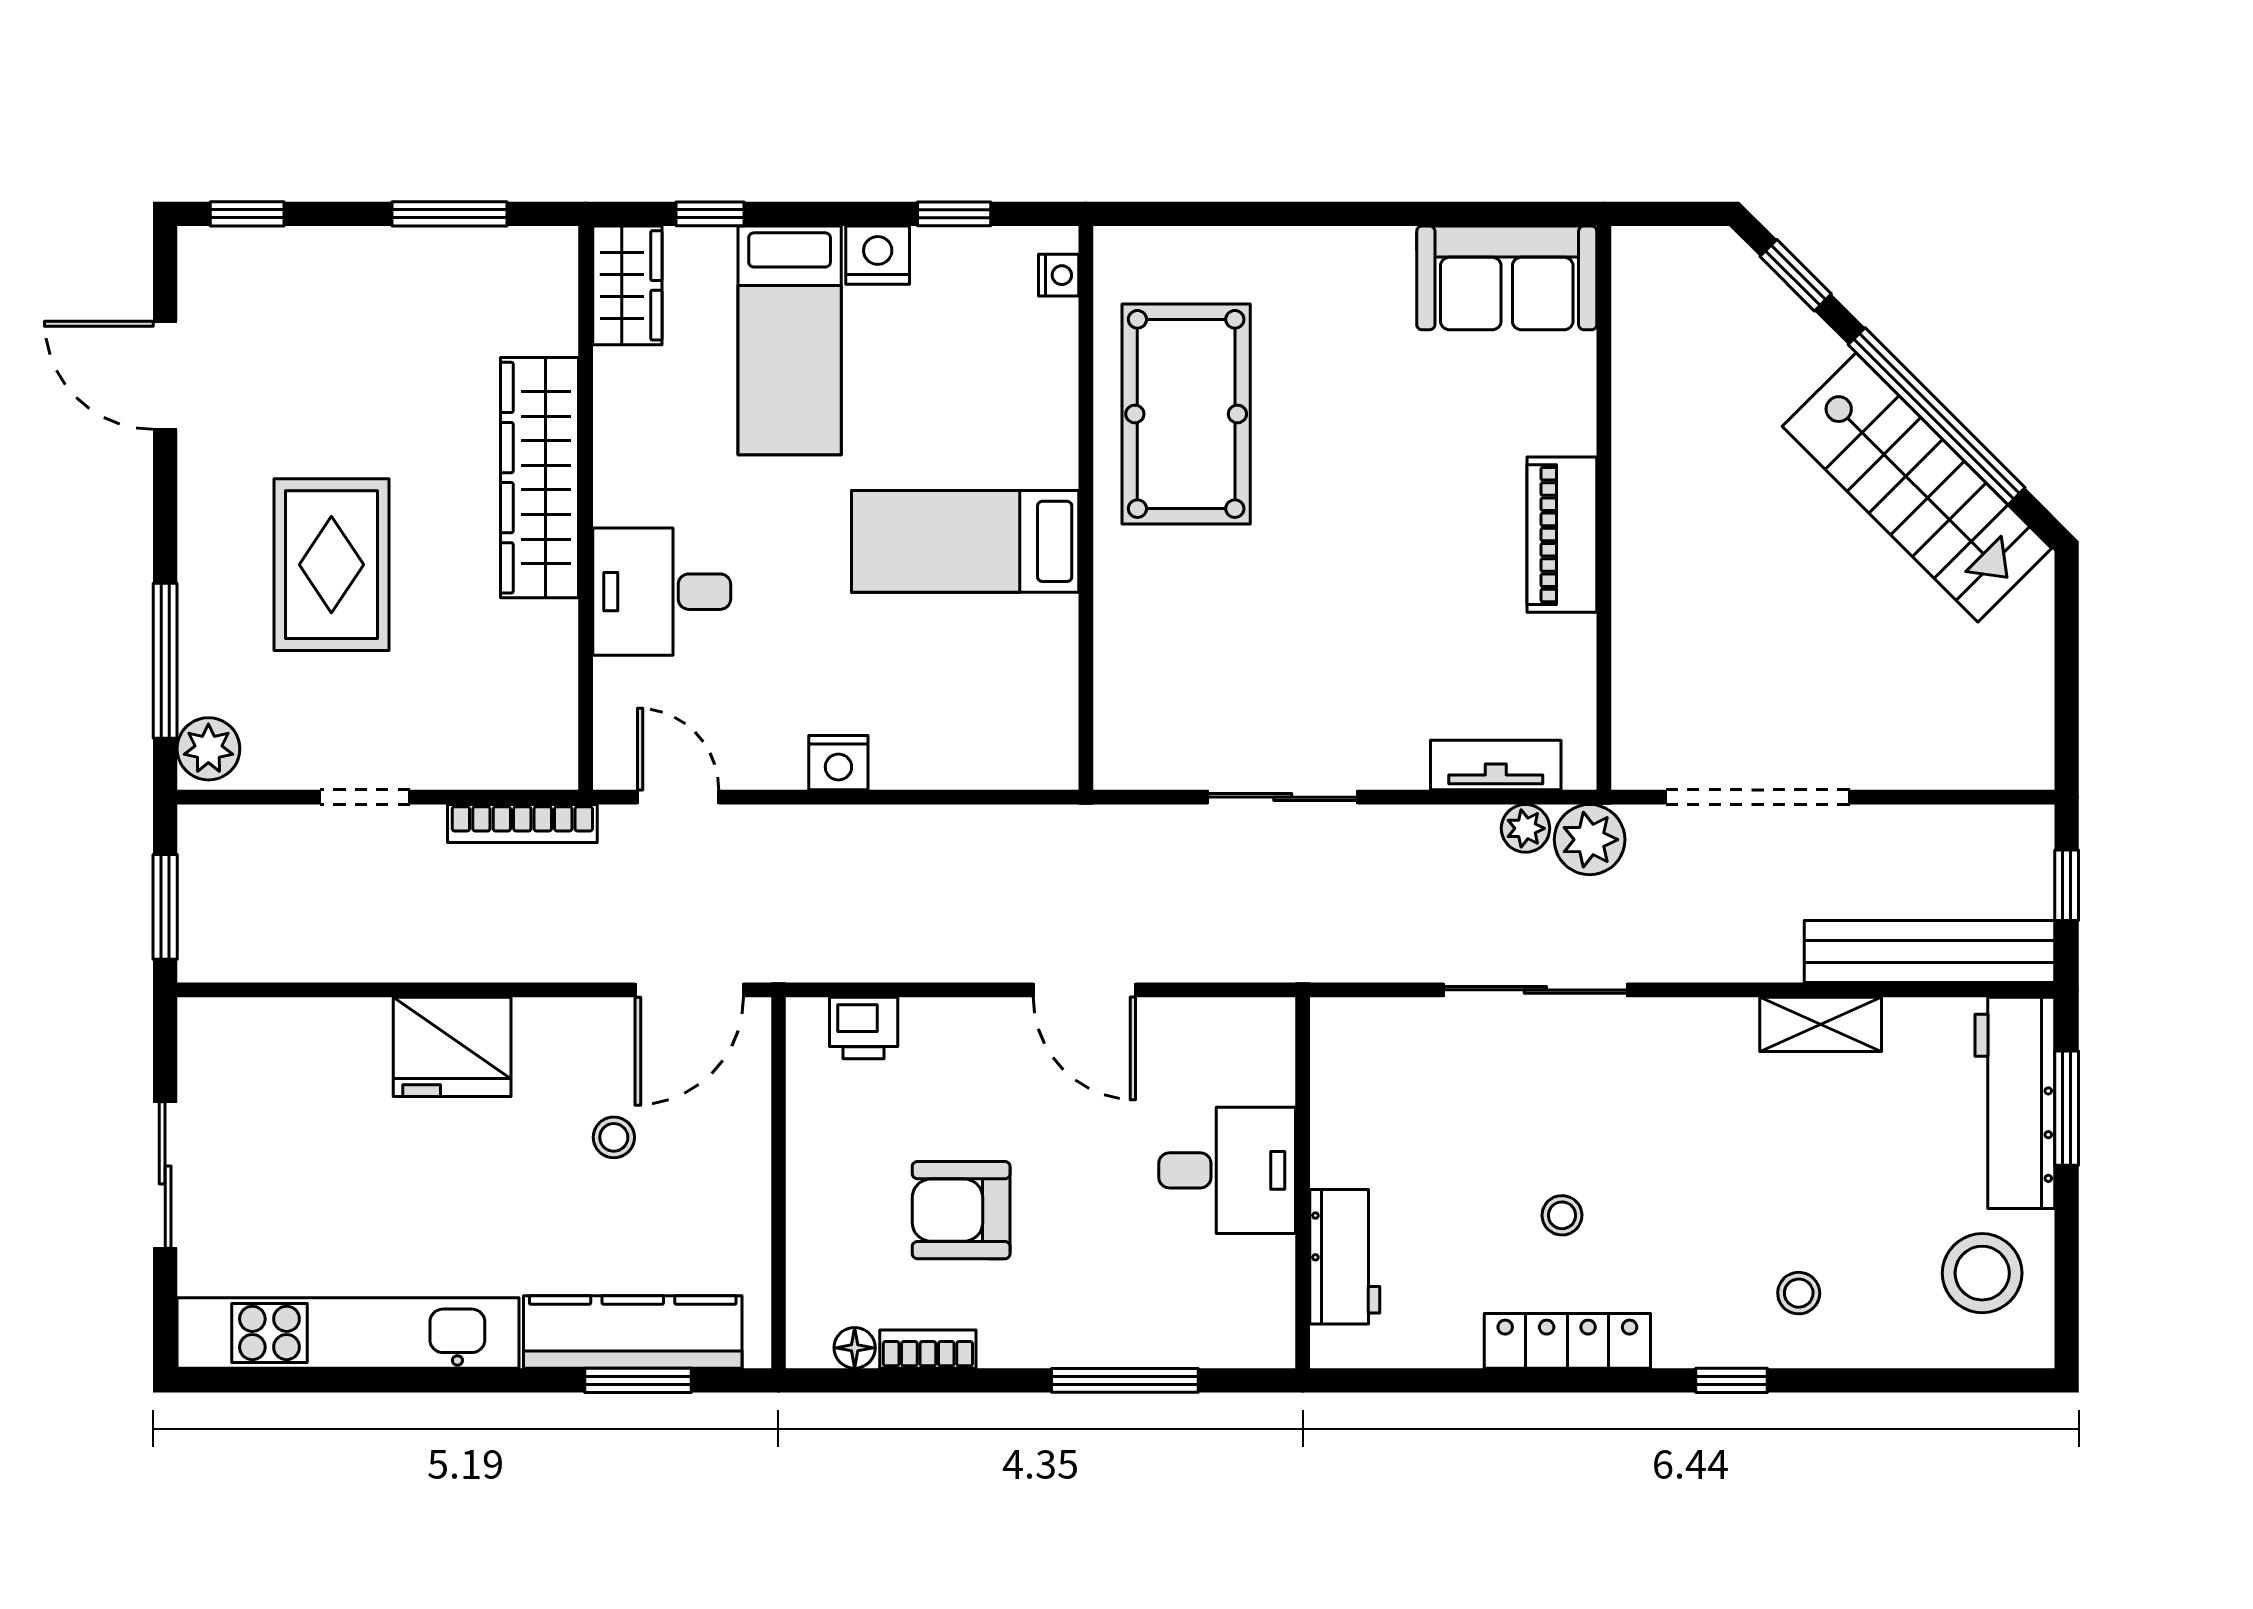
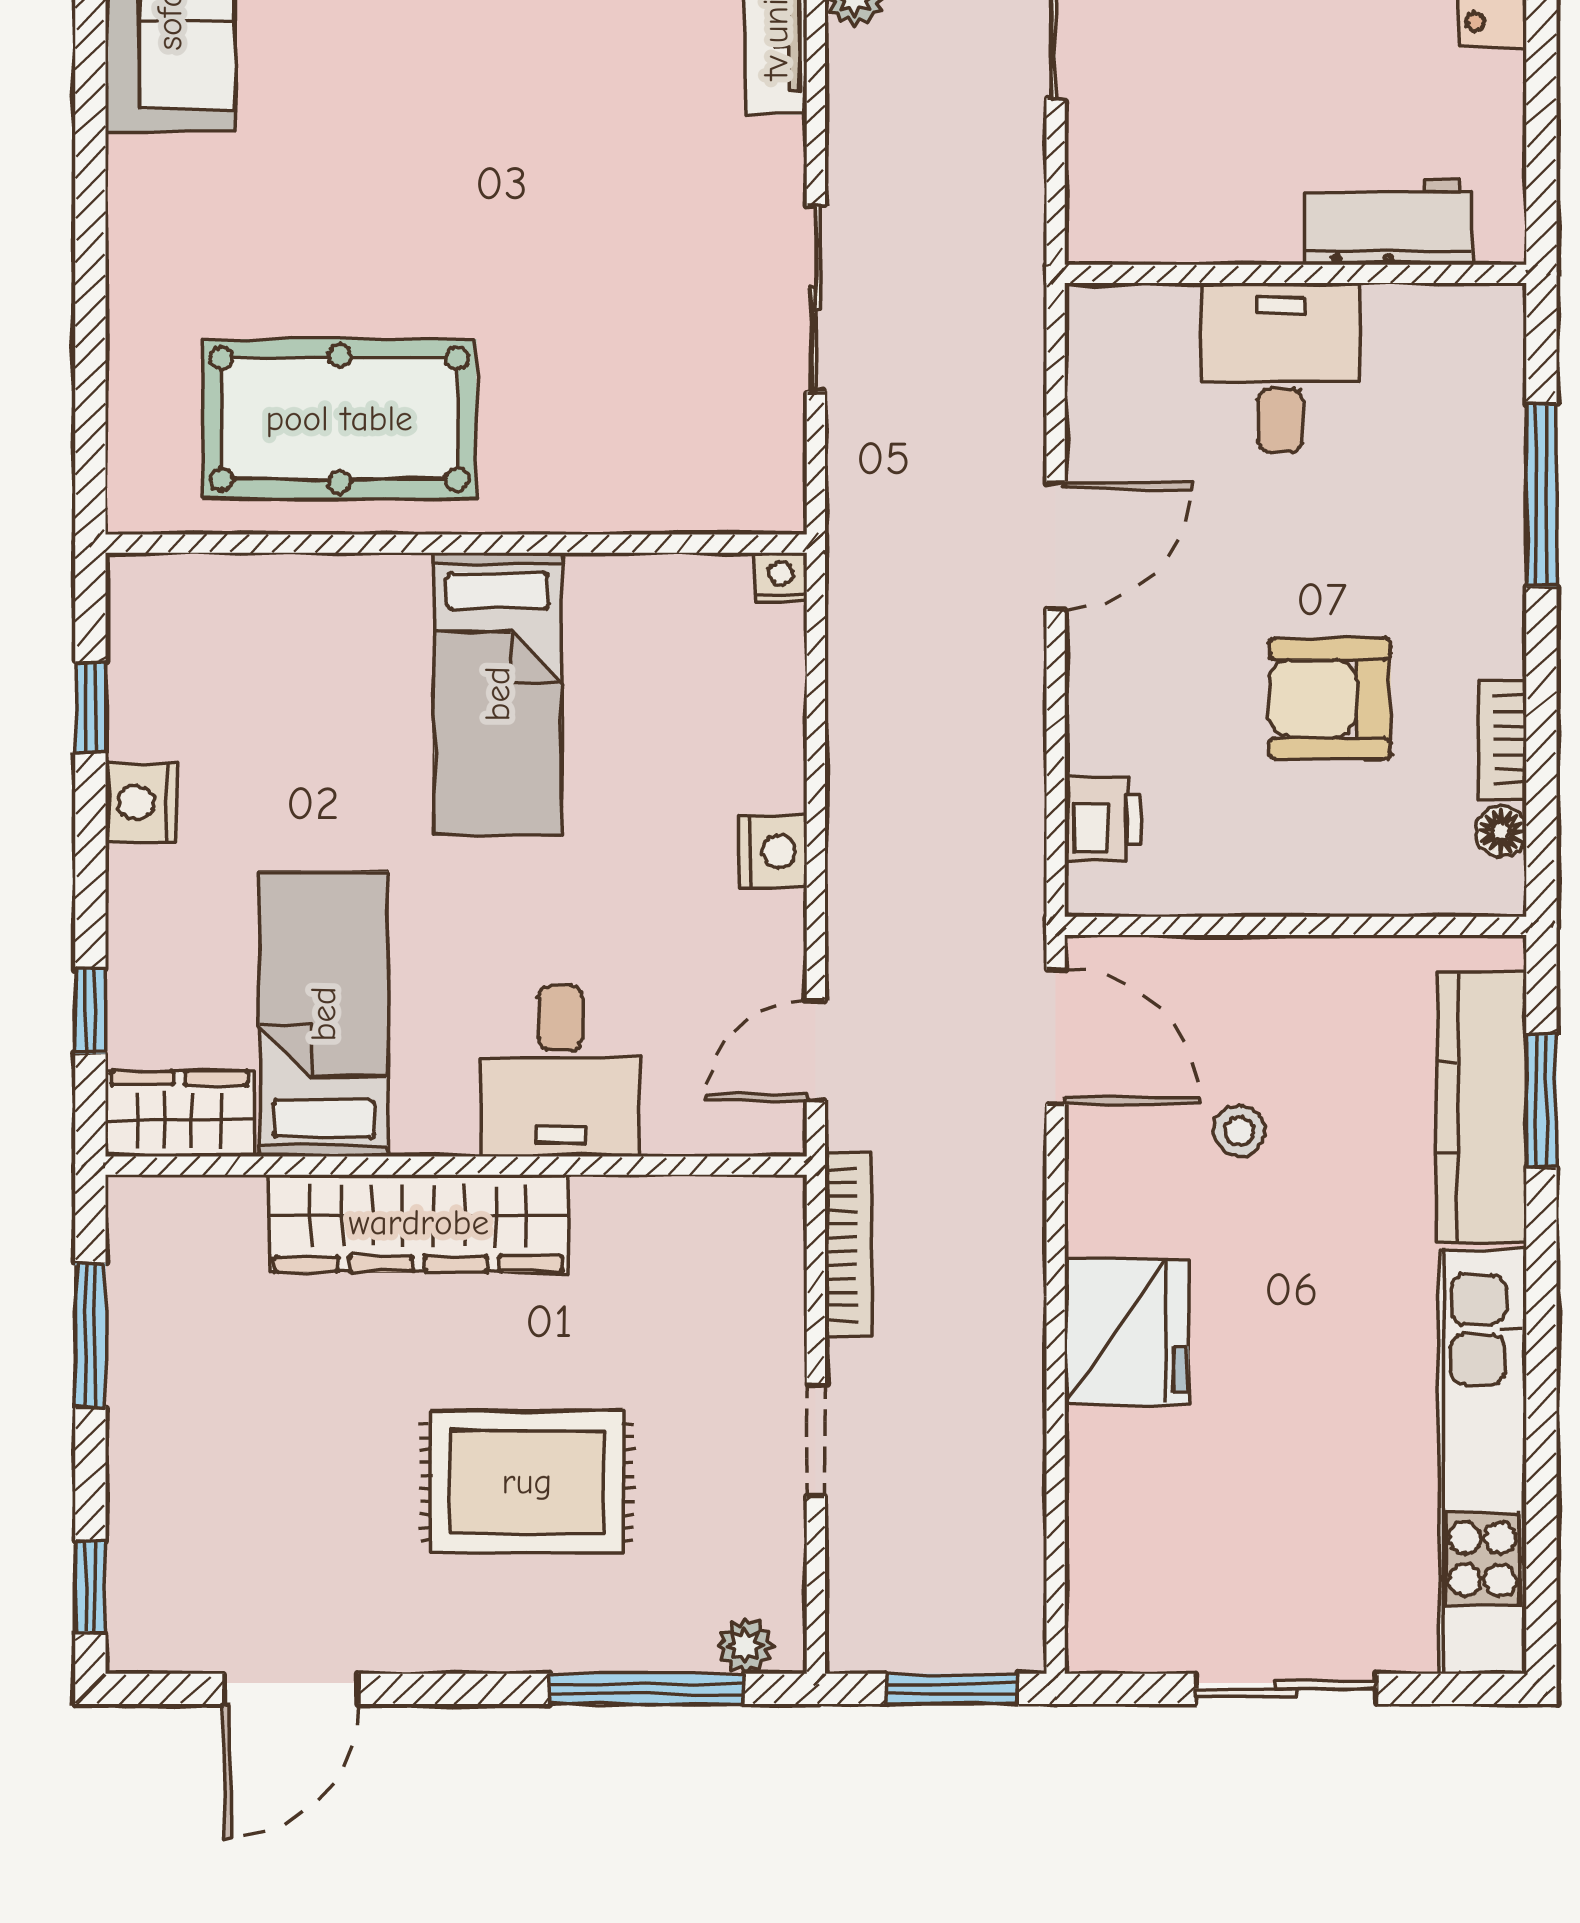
nightstand: (1059, 275) -> (781, 577), moved
bed: (790, 340) -> (324, 1014), moved, turned -90
plant: (208, 749) -> (745, 1646), width x0.73, depth x0.73
armchair: (961, 1210) -> (1330, 699), turned 90

